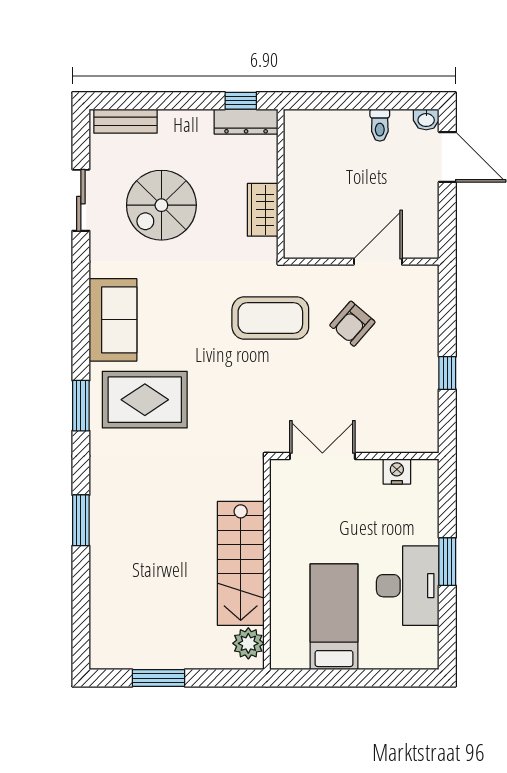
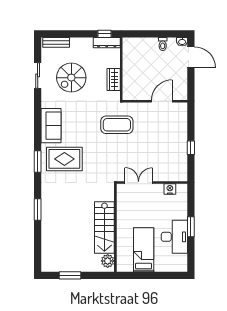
armchair: (352, 324) -> (151, 127), removed

